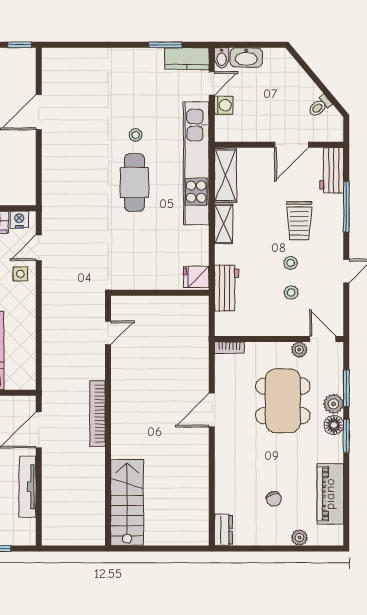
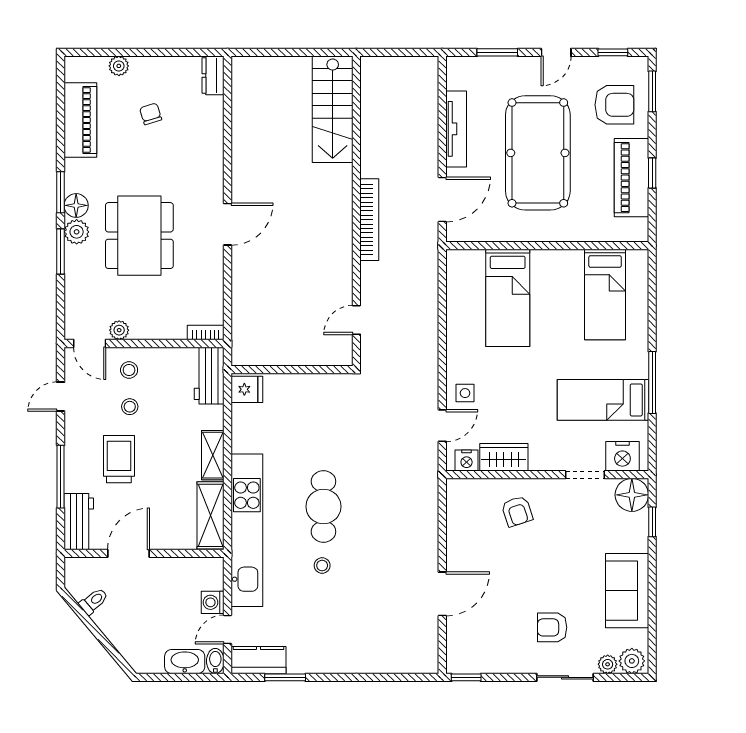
wall: (279, 339) -> (144, 343), moved
door: (323, 339) -> (90, 343), moved
bookcase: (229, 348) -> (206, 333), moved
plant: (299, 350) -> (119, 330), moved

